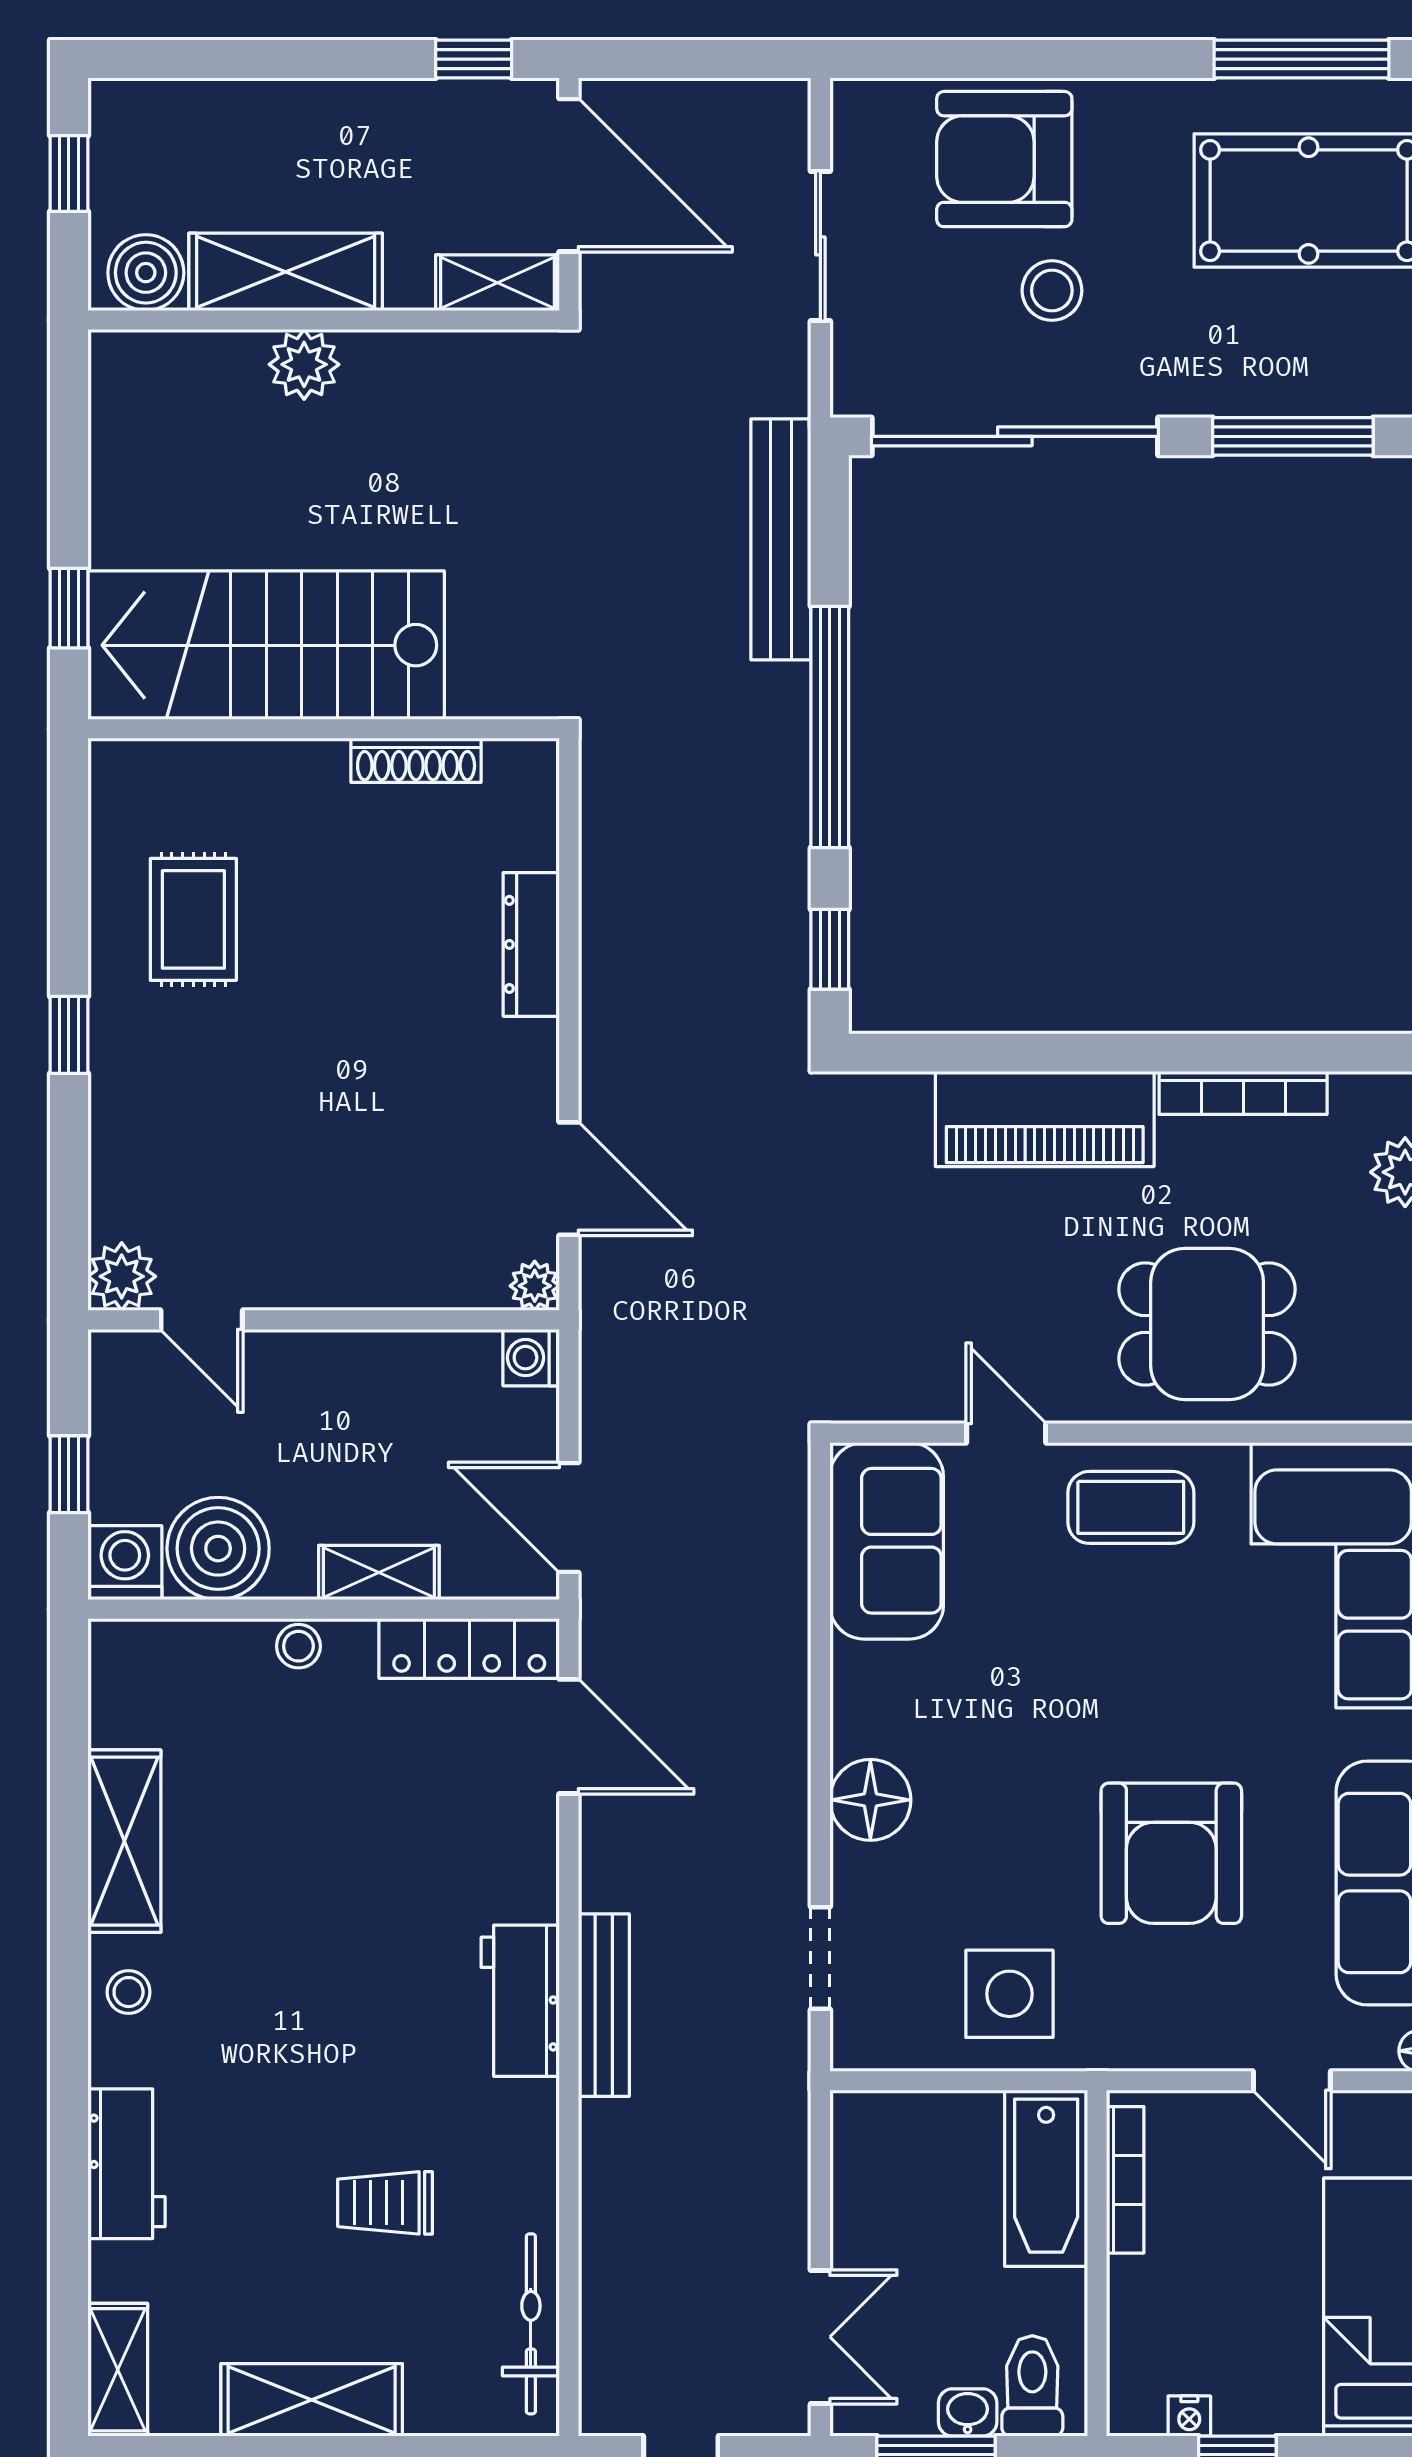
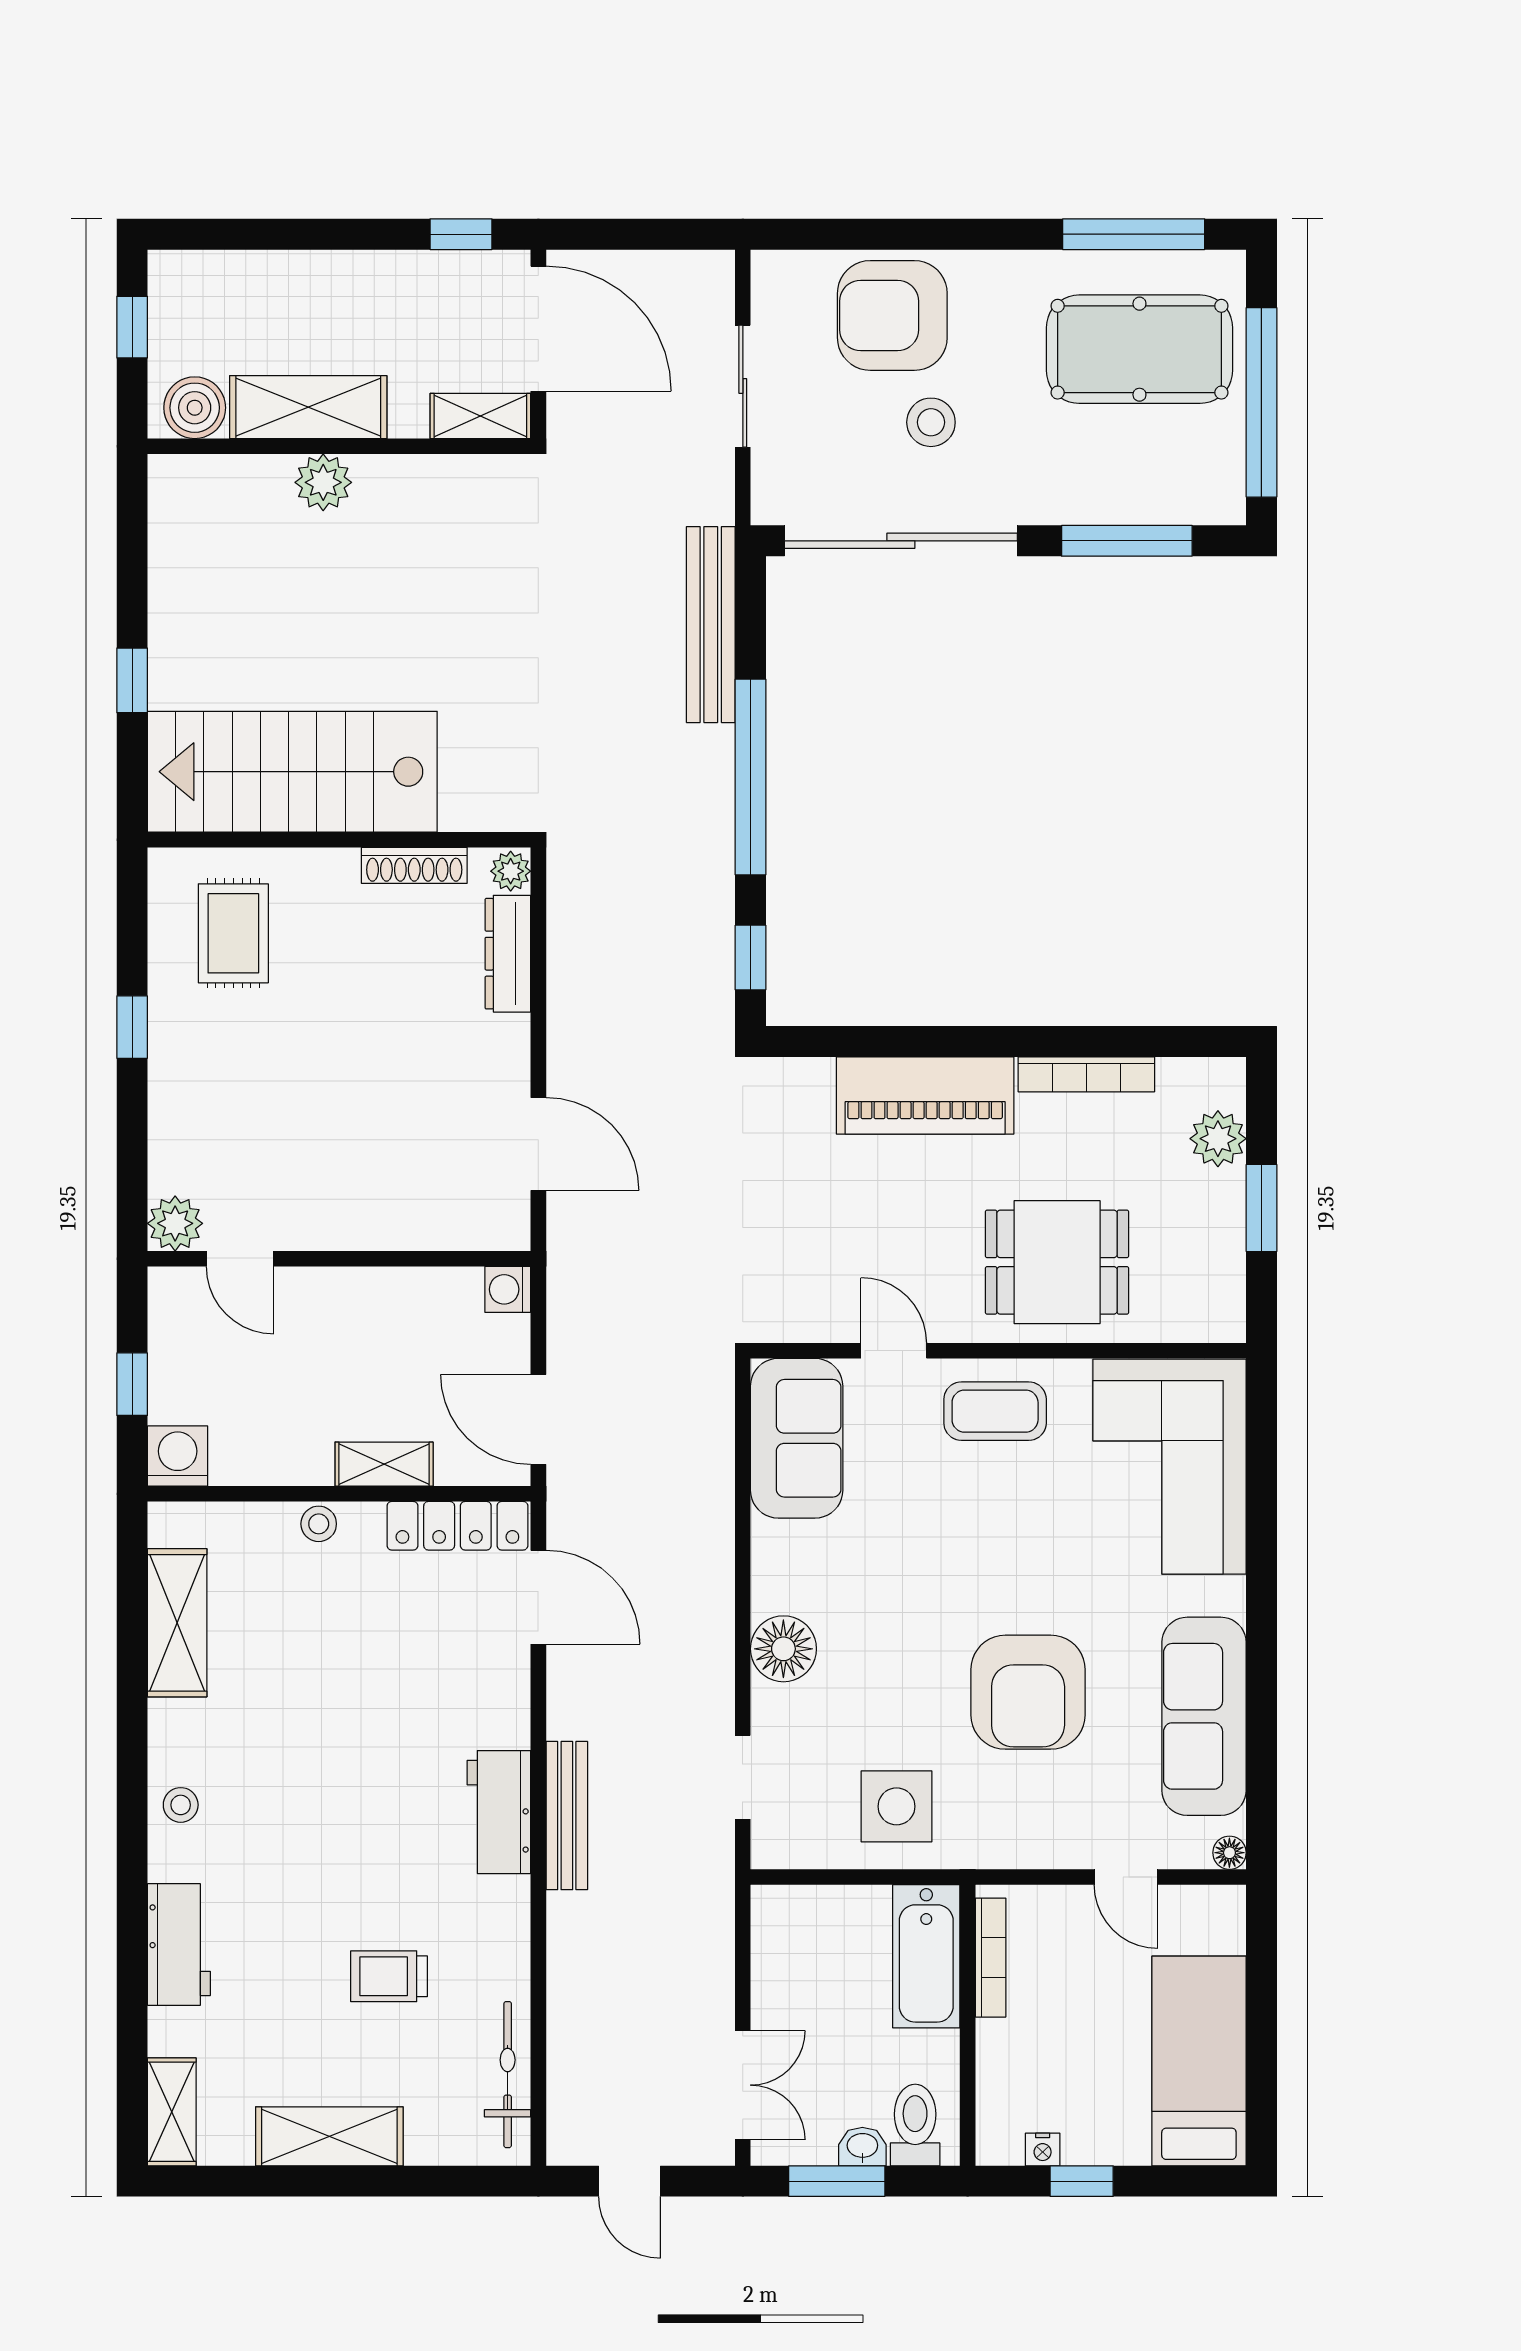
stairs: (266, 645) -> (292, 772), moved
wall: (324, 729) -> (339, 840), moved
shoe rack: (416, 760) -> (414, 865), moved
plant: (535, 1286) -> (511, 871), moved
boiler: (218, 1549) -> (253, 1445), removed
shelving: (124, 1841) -> (177, 1623), moved

